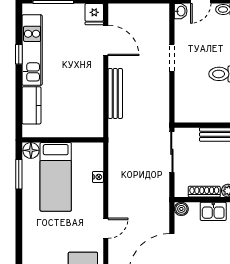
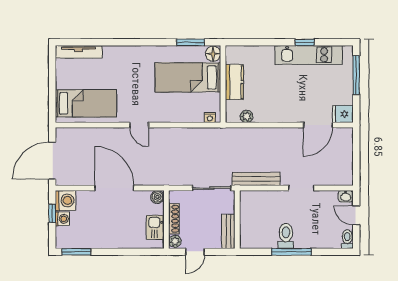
bench: (115, 93) -> (256, 179), moved
kitchen counter: (31, 105) -> (234, 82), moved, turned -90
plant: (97, 115) -> (247, 116), added
nightstand: (98, 177) -> (210, 118), moved

